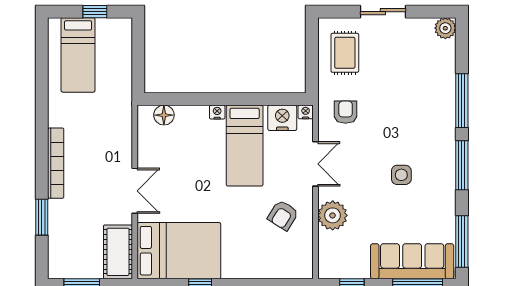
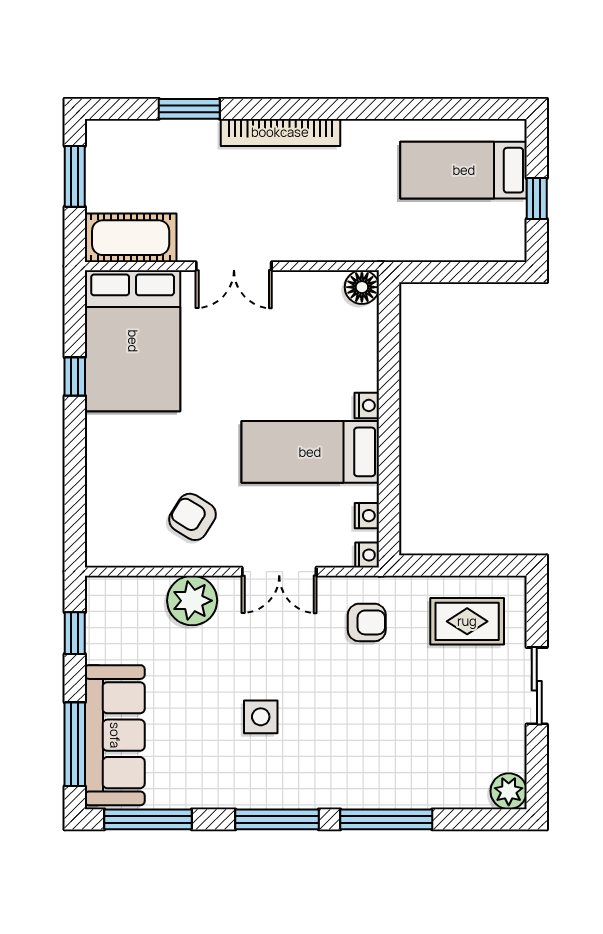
floor lamp: (164, 115) -> (362, 287), moved
nightstand: (282, 118) -> (367, 516), width x0.53, depth x0.56

